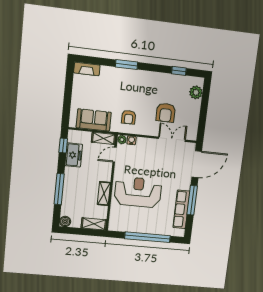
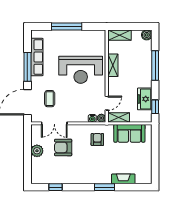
fireplace: (87, 69) -> (123, 179), moved
plant: (196, 92) -> (37, 151), moved
armchair: (166, 113) -> (63, 147), turned -90
coffee table: (174, 166) -> (50, 99), added
window: (147, 237) -> (67, 27), width x0.68

